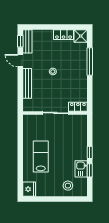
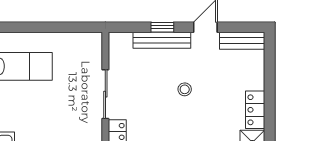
window: (20, 41) -> (162, 27), moved

